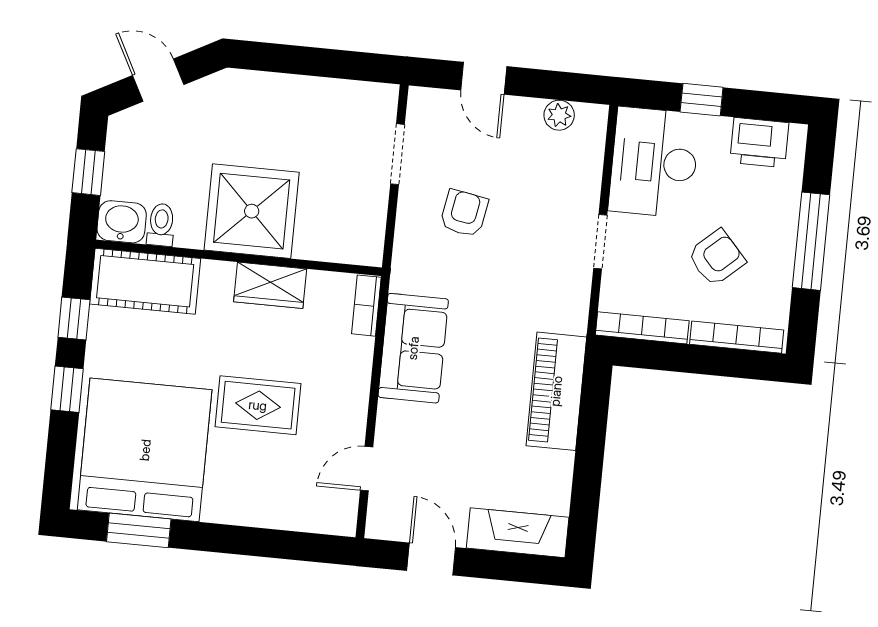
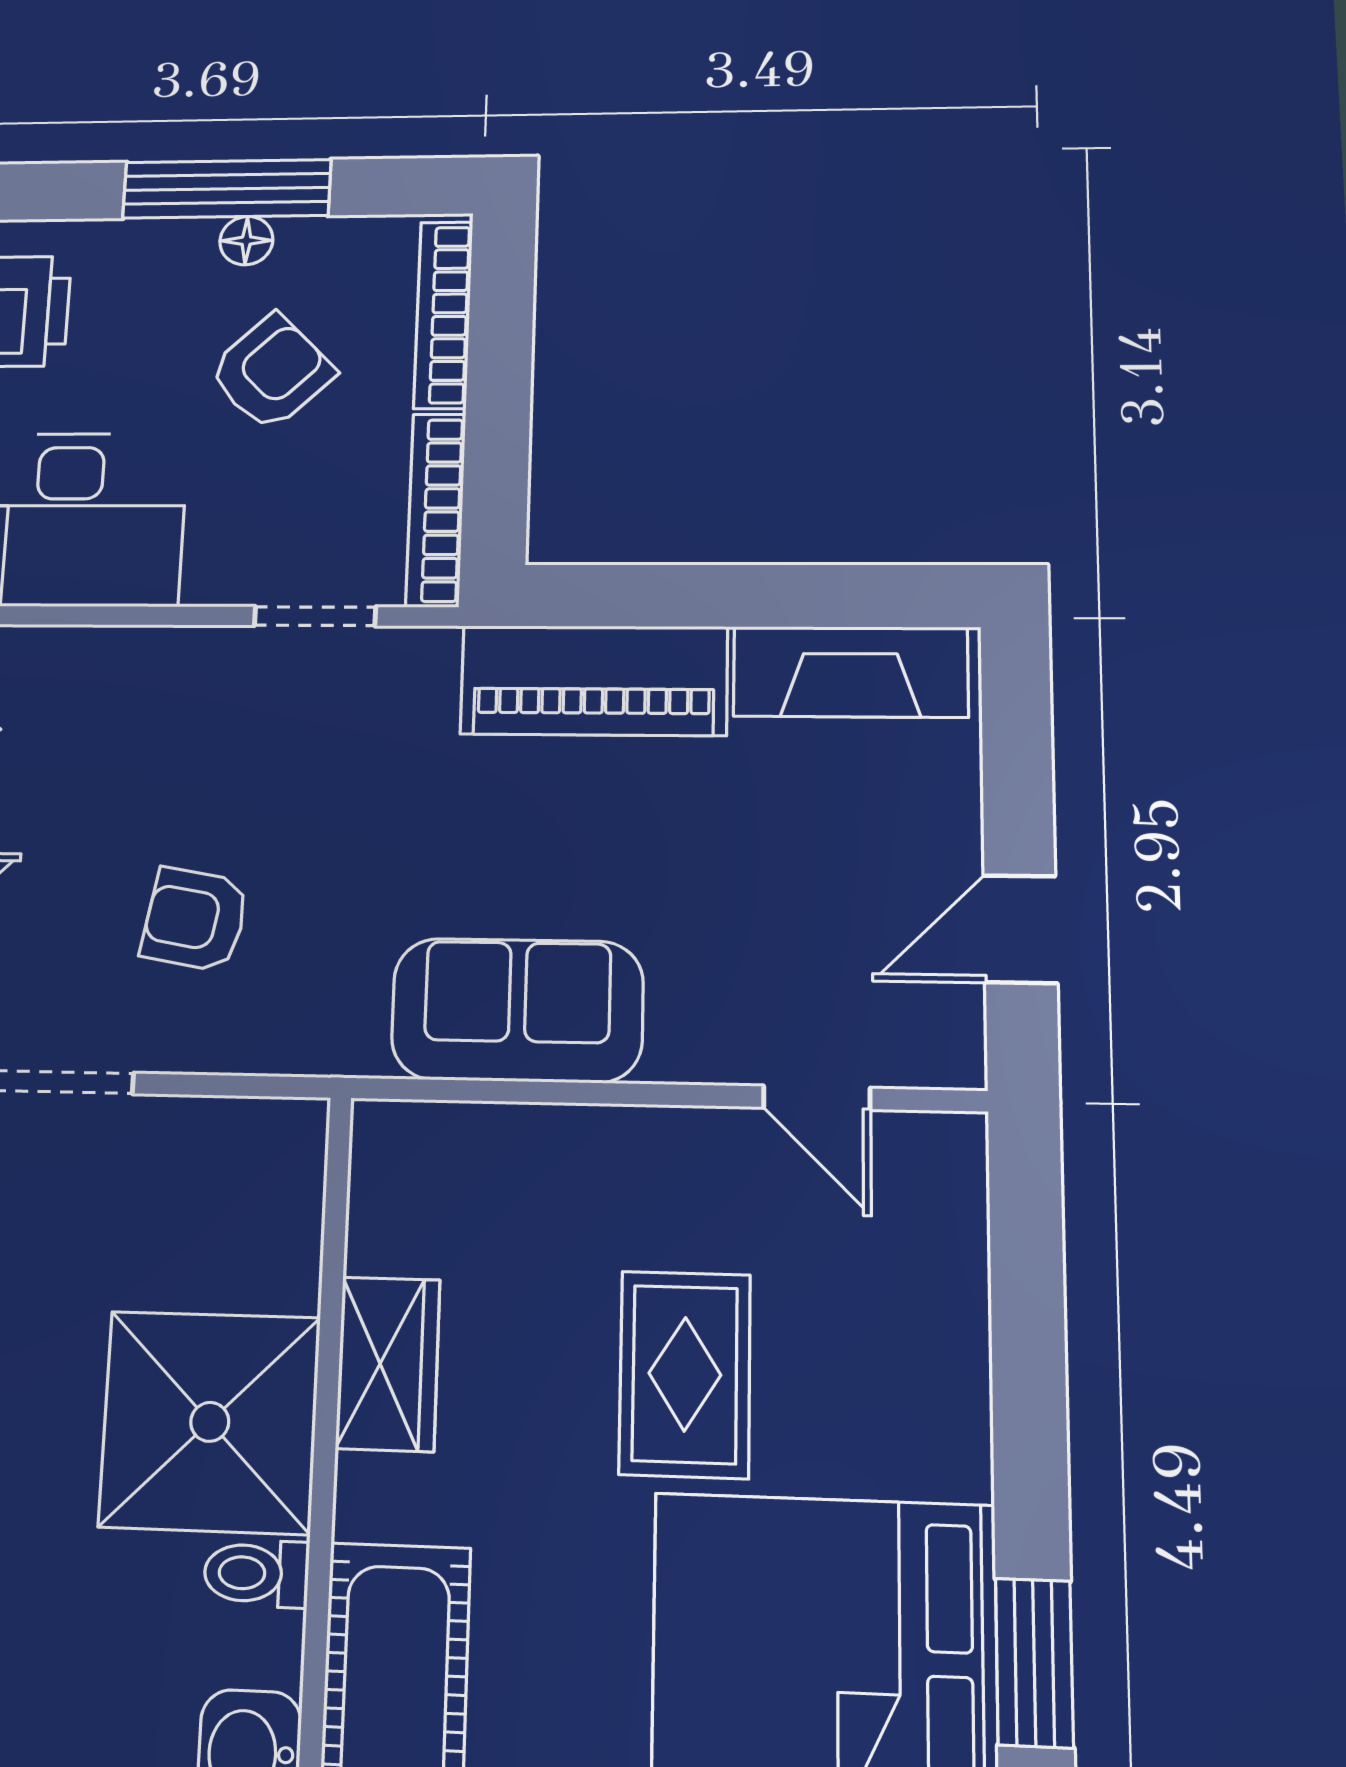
toilet: (161, 225) -> (256, 1573), moved
doorway: (600, 242) -> (315, 616), moved
floor lamp: (784, 249) -> (246, 241), added
armchair: (716, 258) -> (271, 372), turned 88
bookcase: (366, 306) -> (423, 1128), removed
fireplace: (518, 533) -> (850, 672), moved, turned -90

